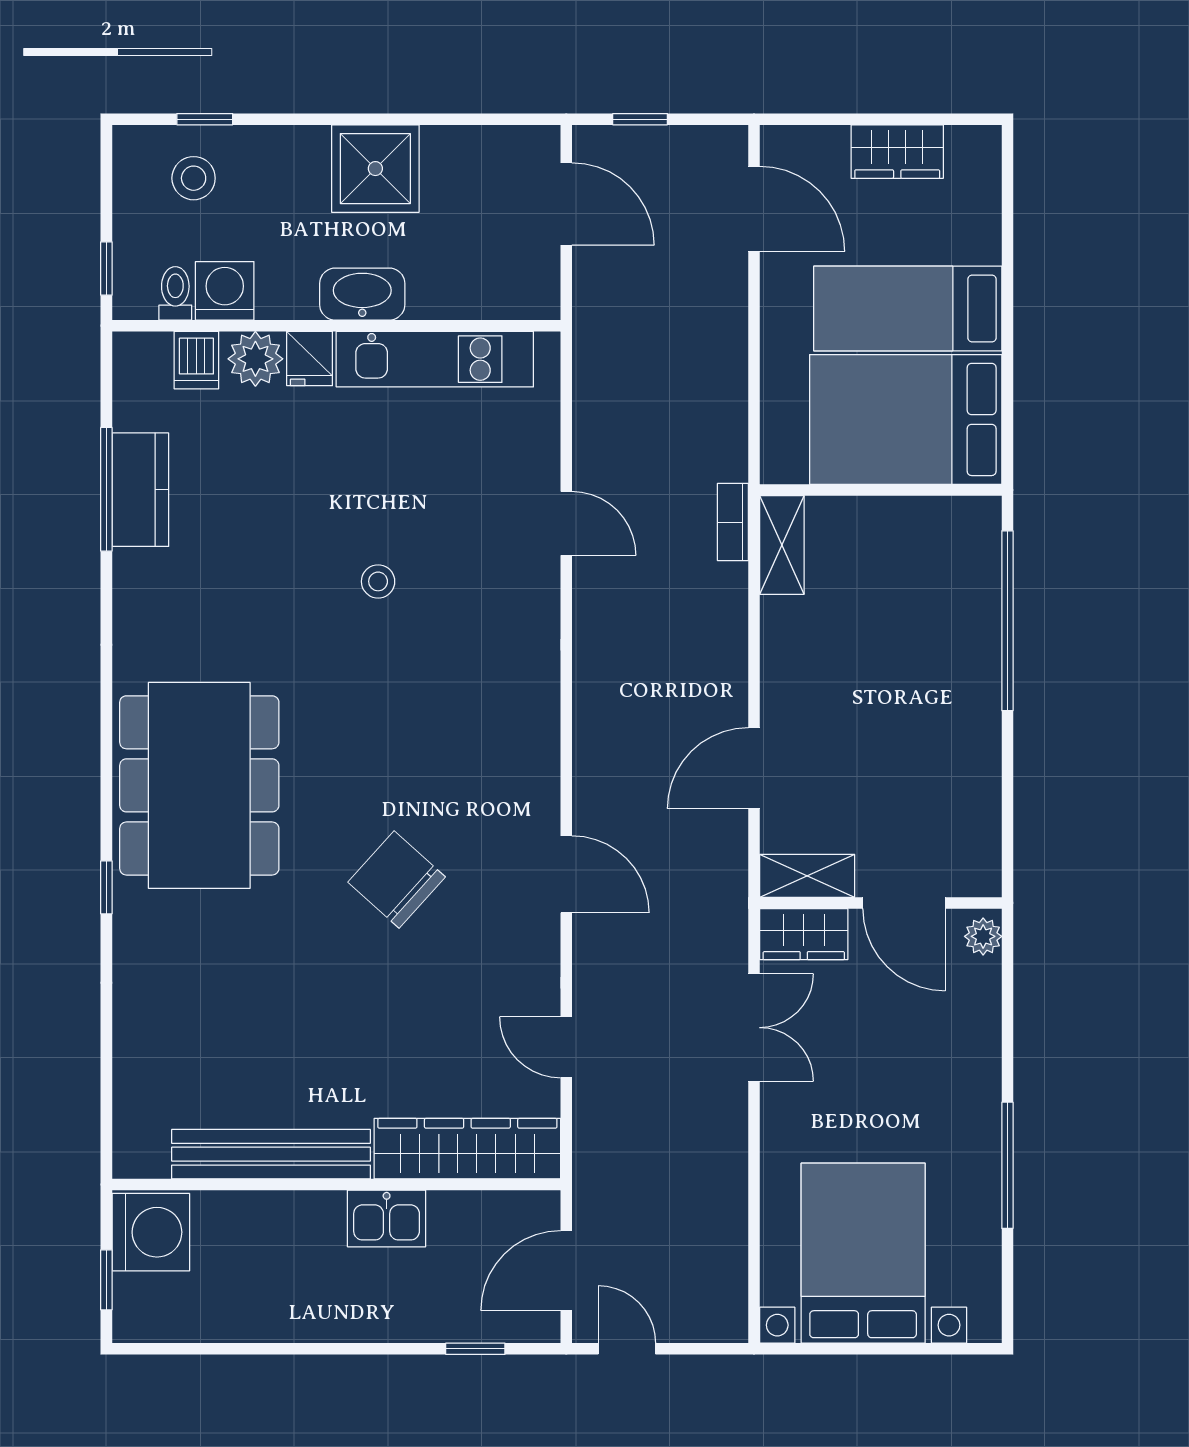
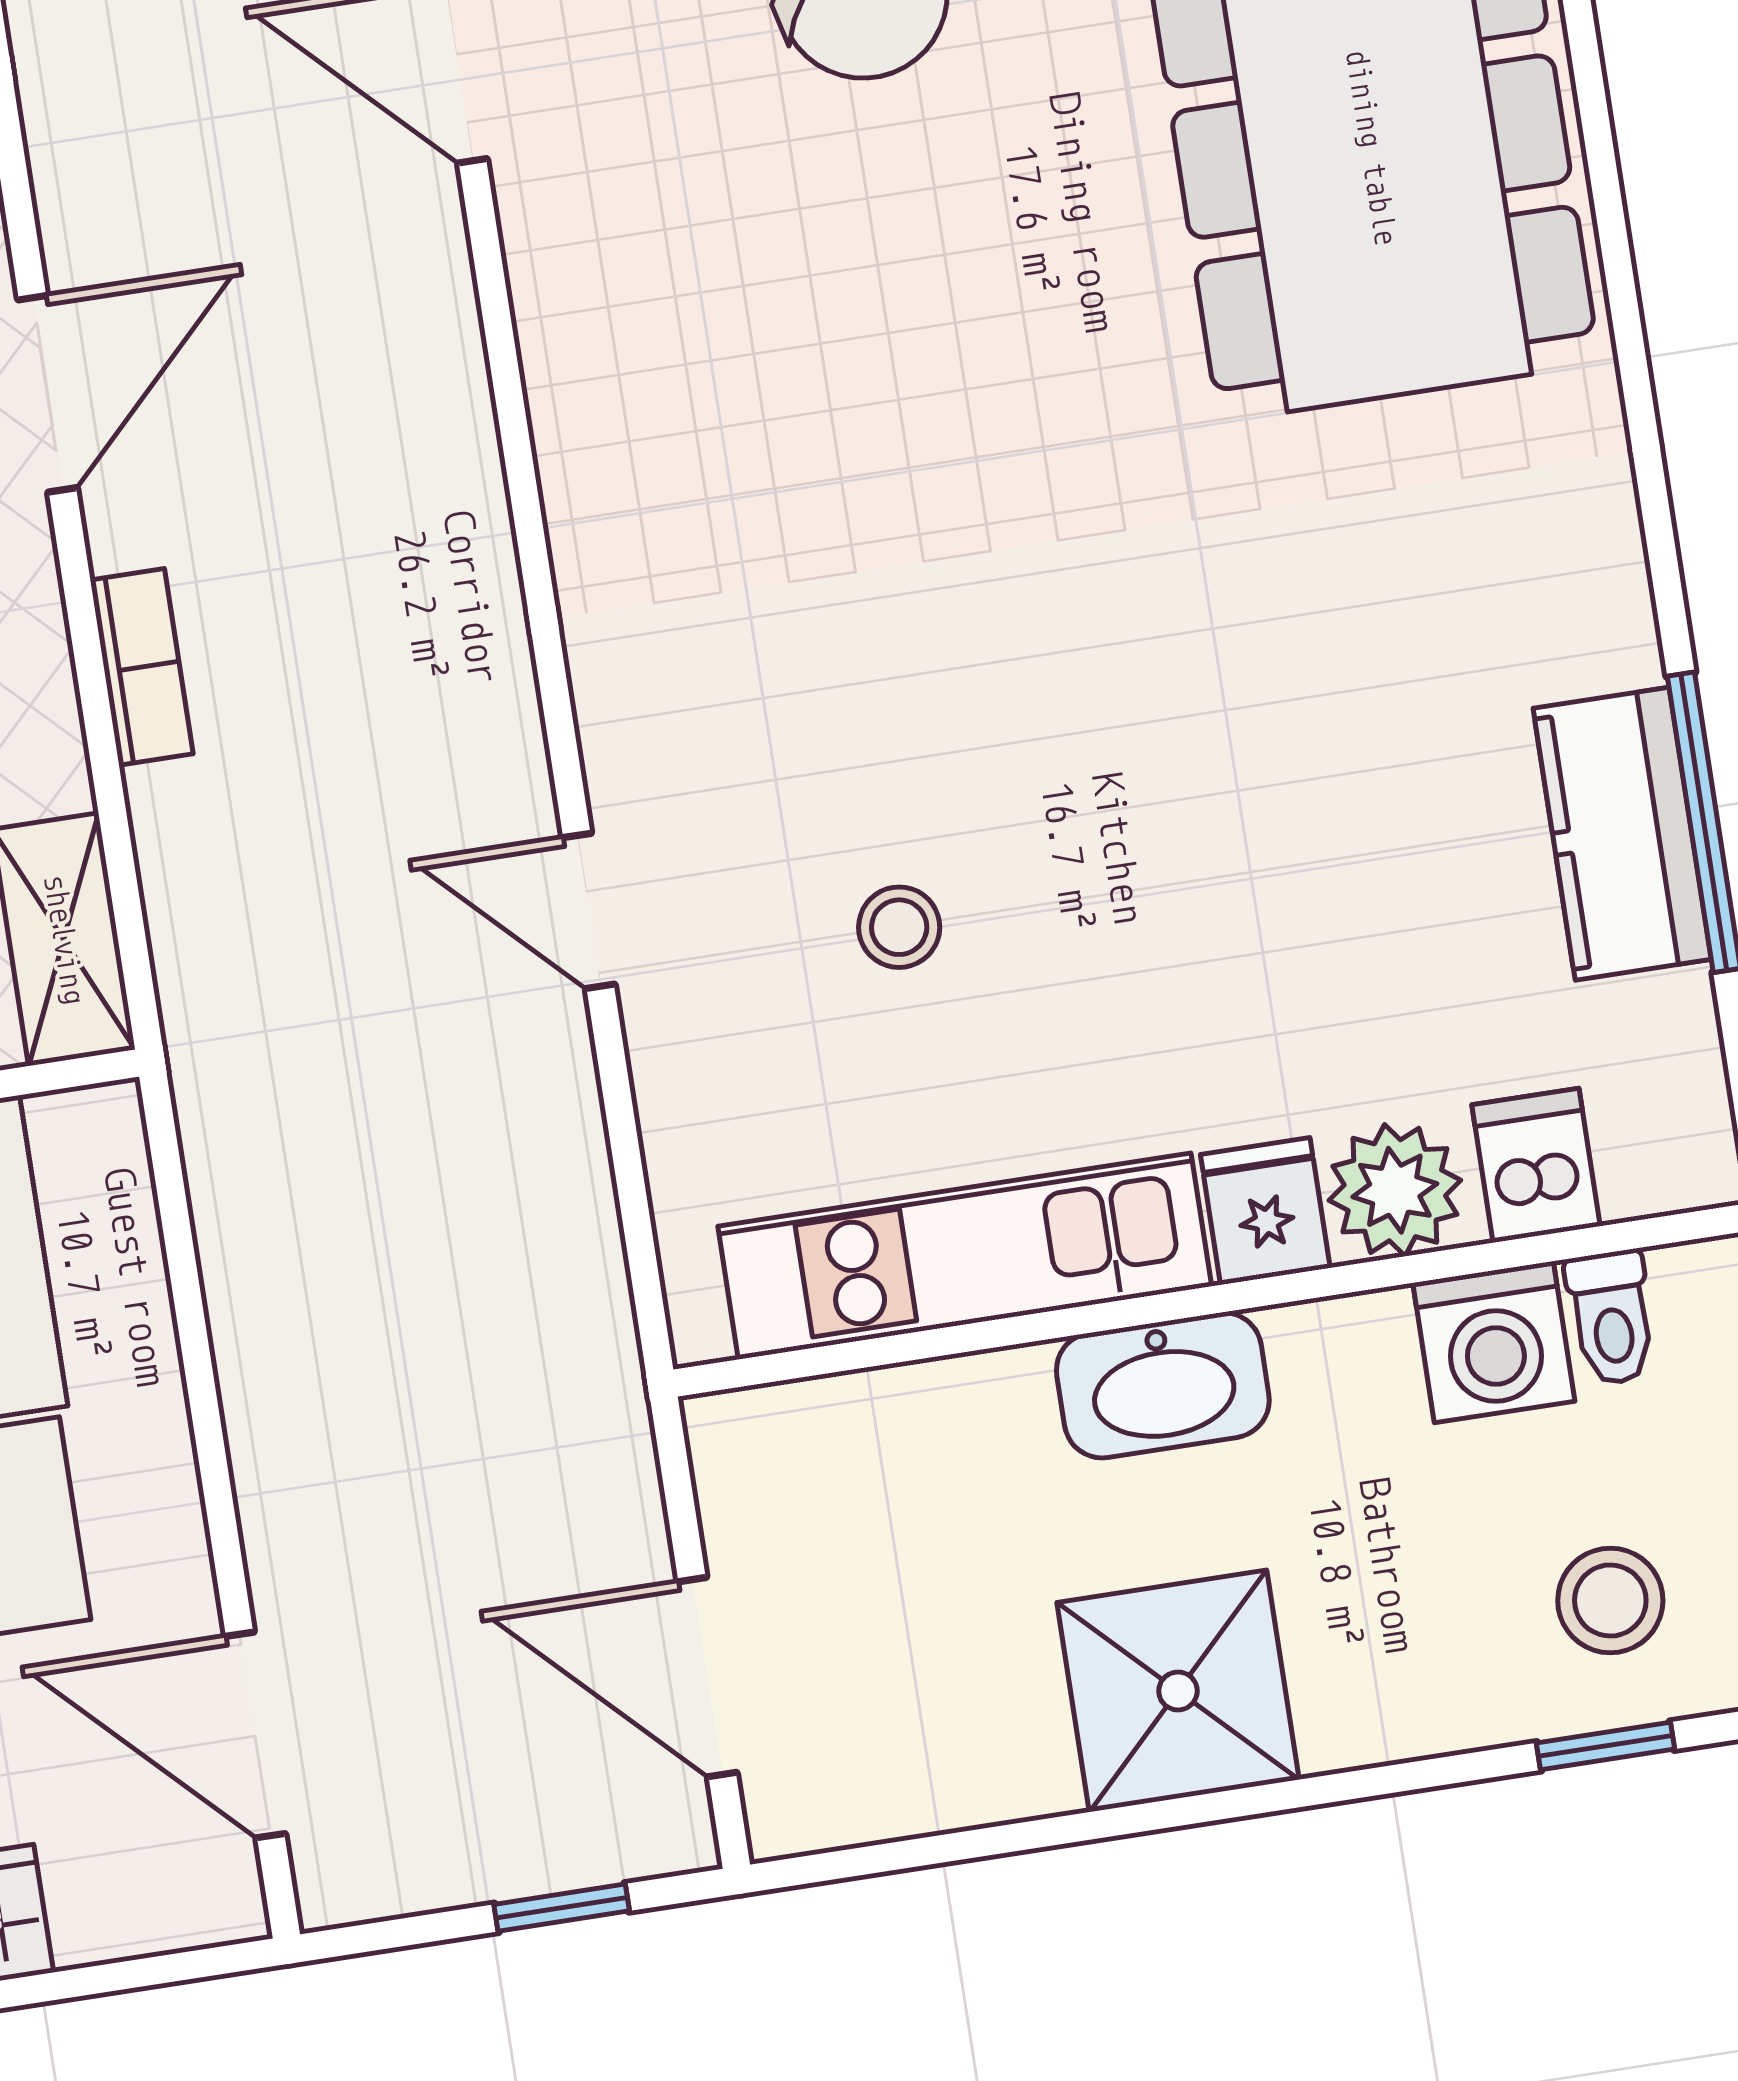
bookcase: (733, 522) -> (142, 667), moved
stool: (378, 581) -> (899, 927), moved

